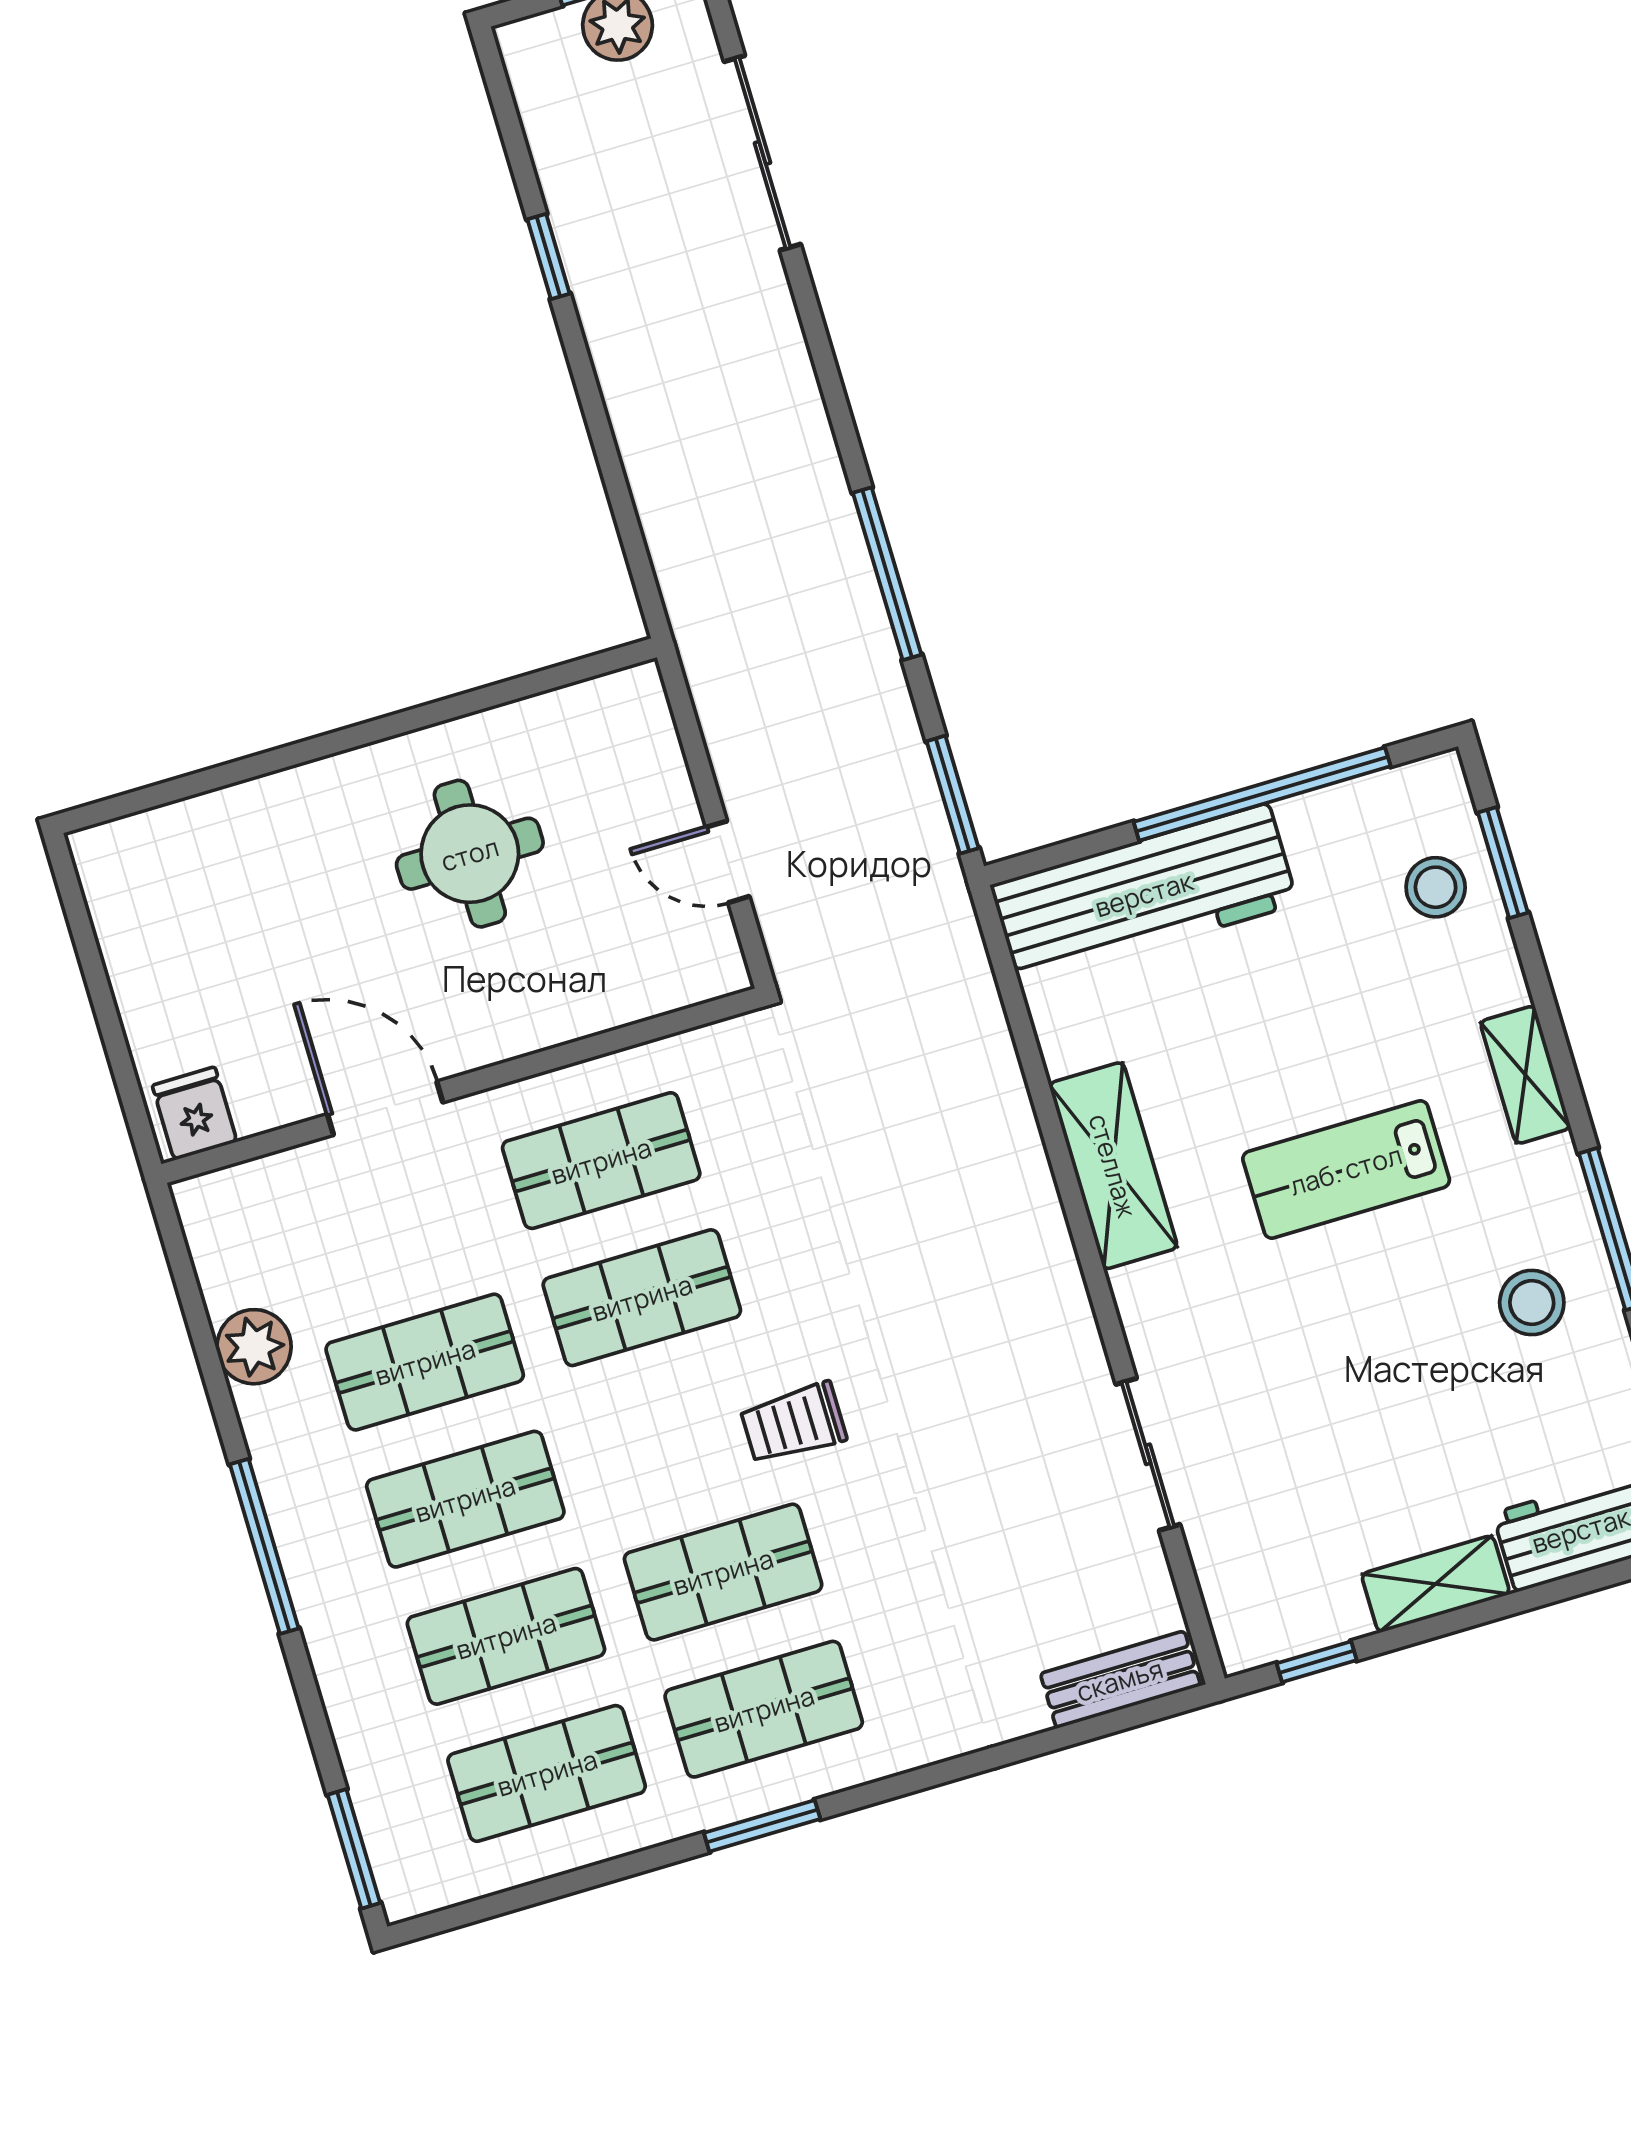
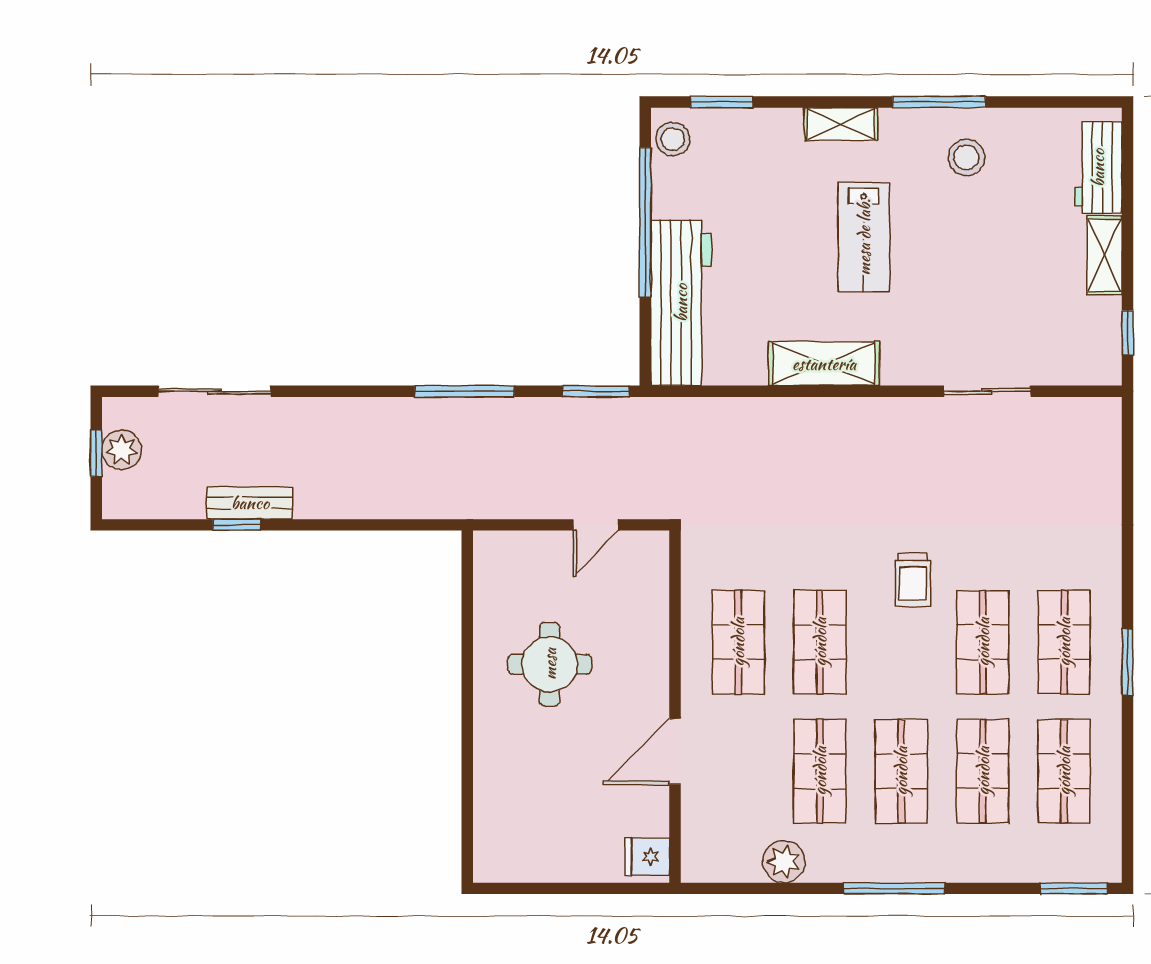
stool: (1436, 887) -> (673, 139), moved
bench: (1120, 1680) -> (250, 503), moved, turned 90

